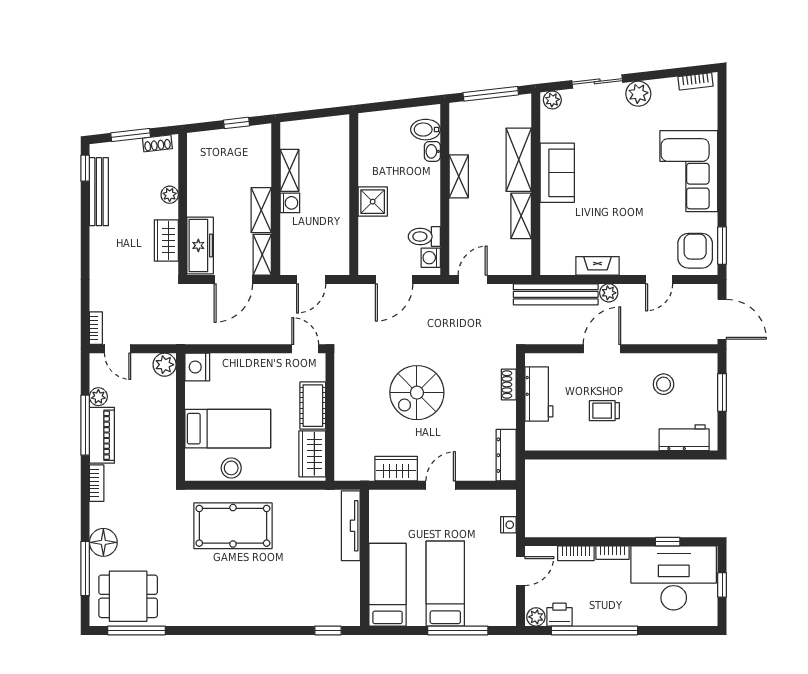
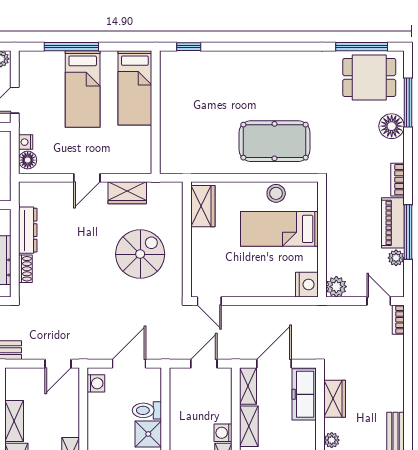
toilet: (424, 237) -> (147, 410), moved, turned 180
spiral stairs: (417, 393) -> (140, 254), moved
cot: (313, 406) -> (202, 250), removed
dresser: (506, 455) -> (28, 230), moved
floor lamp: (506, 505) -> (28, 160), added
tv unit: (351, 526) -> (168, 141), removed

